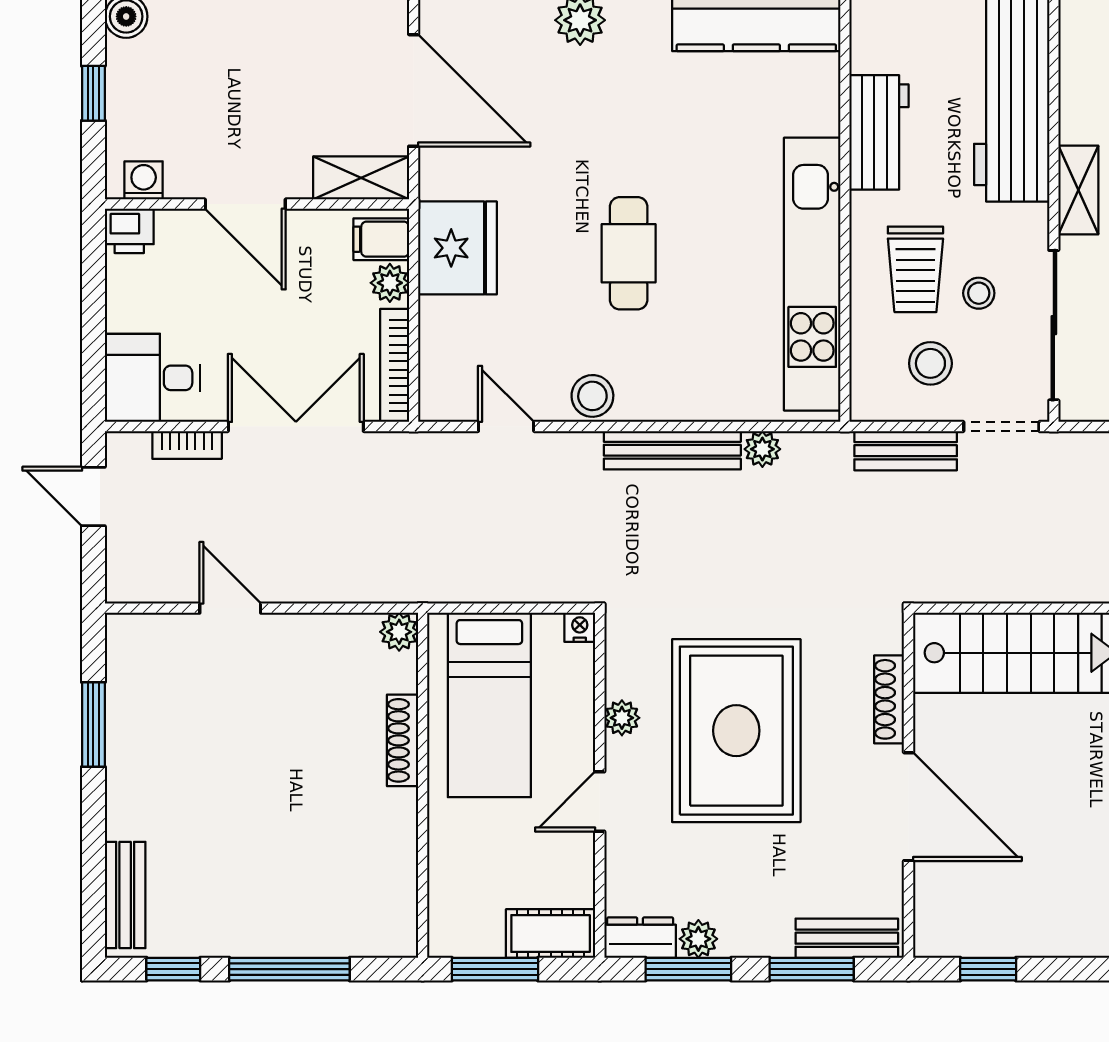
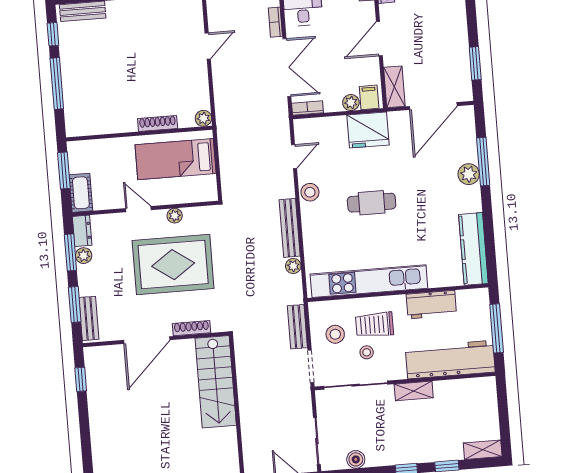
bookcase: (395, 365) -> (307, 108), width x0.64
nightstand: (580, 627) -> (212, 195), removed

